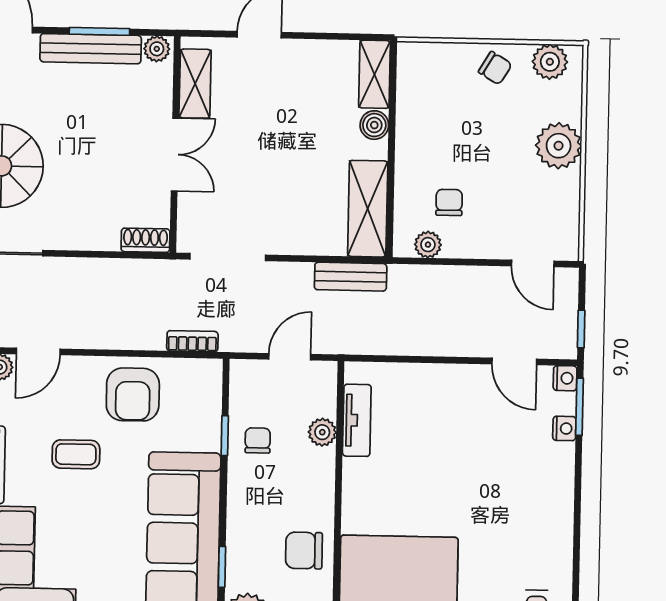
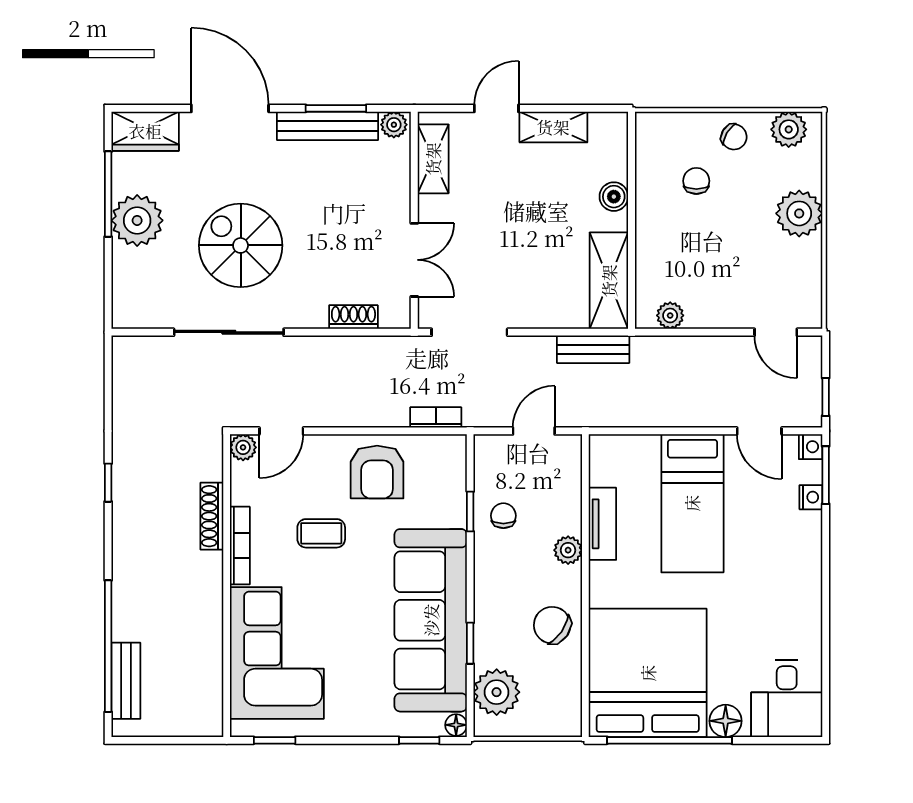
shelving: (374, 74) -> (553, 127), moved, turned 90
double door: (175, 155) -> (414, 260), moved
chair: (449, 202) -> (696, 181), moved
shoe rack: (146, 240) -> (353, 317), moved
tv unit: (357, 420) -> (602, 524), moved
plant: (322, 432) -> (568, 550), moved
bed: (446, 432) -> (692, 503), added
chair: (304, 551) -> (552, 625), turned 35

